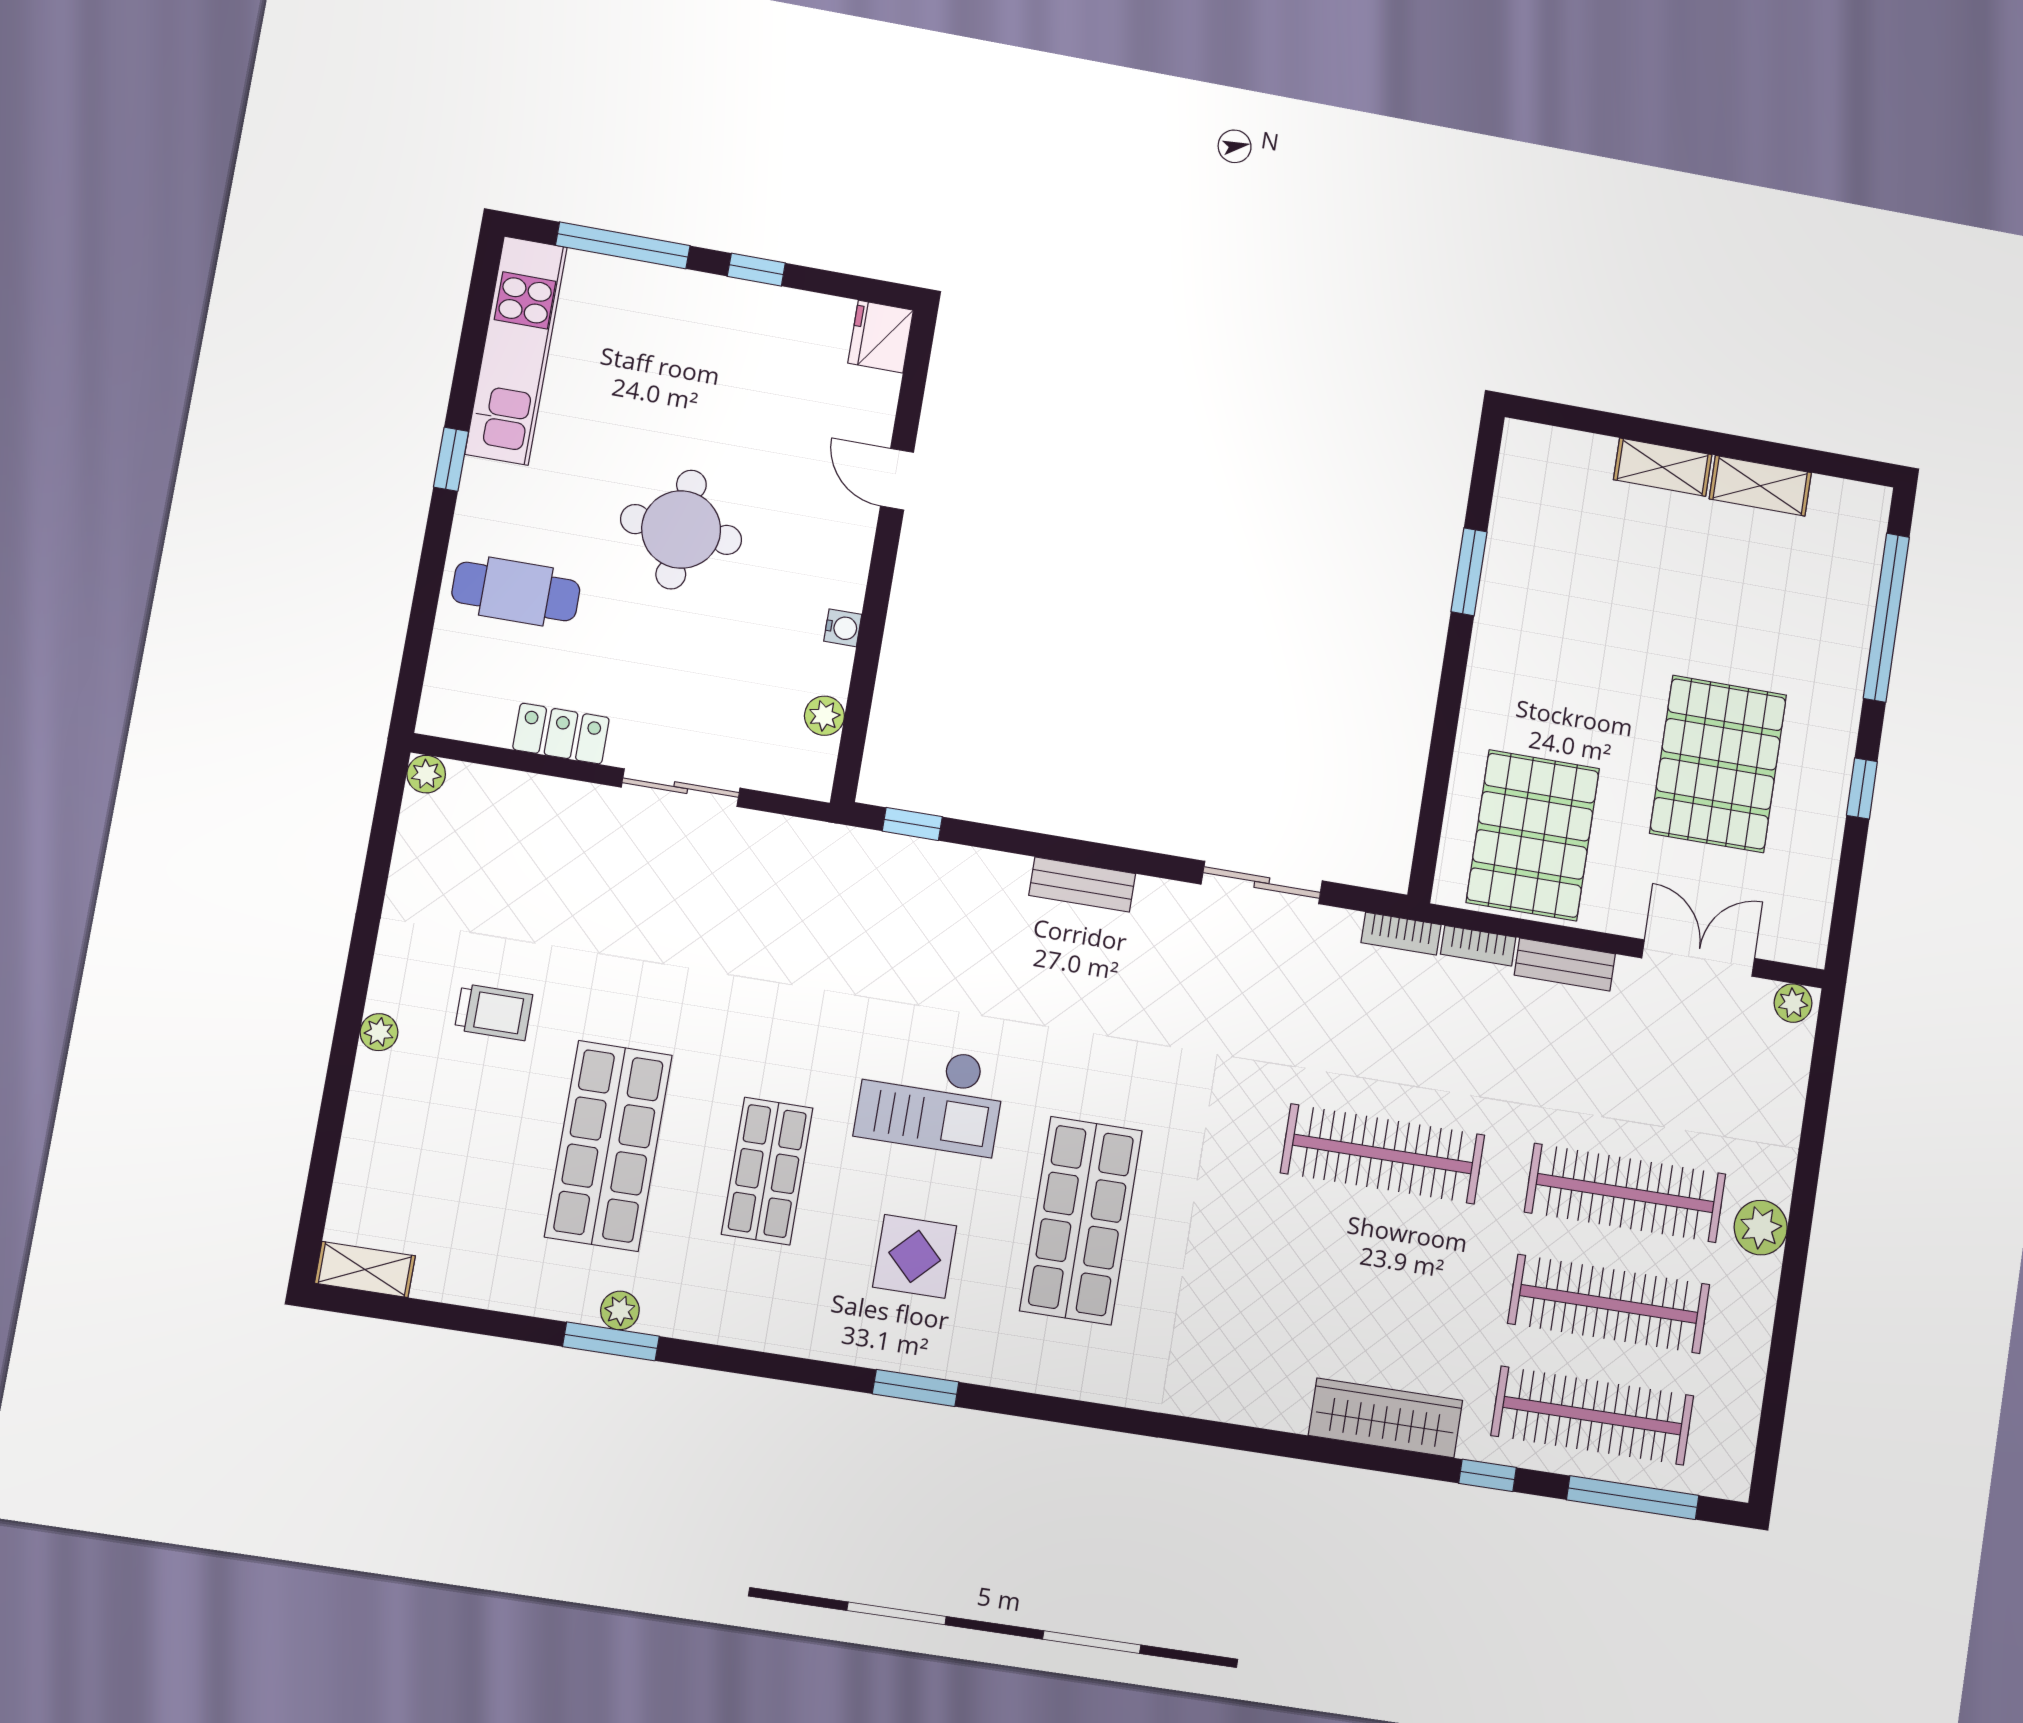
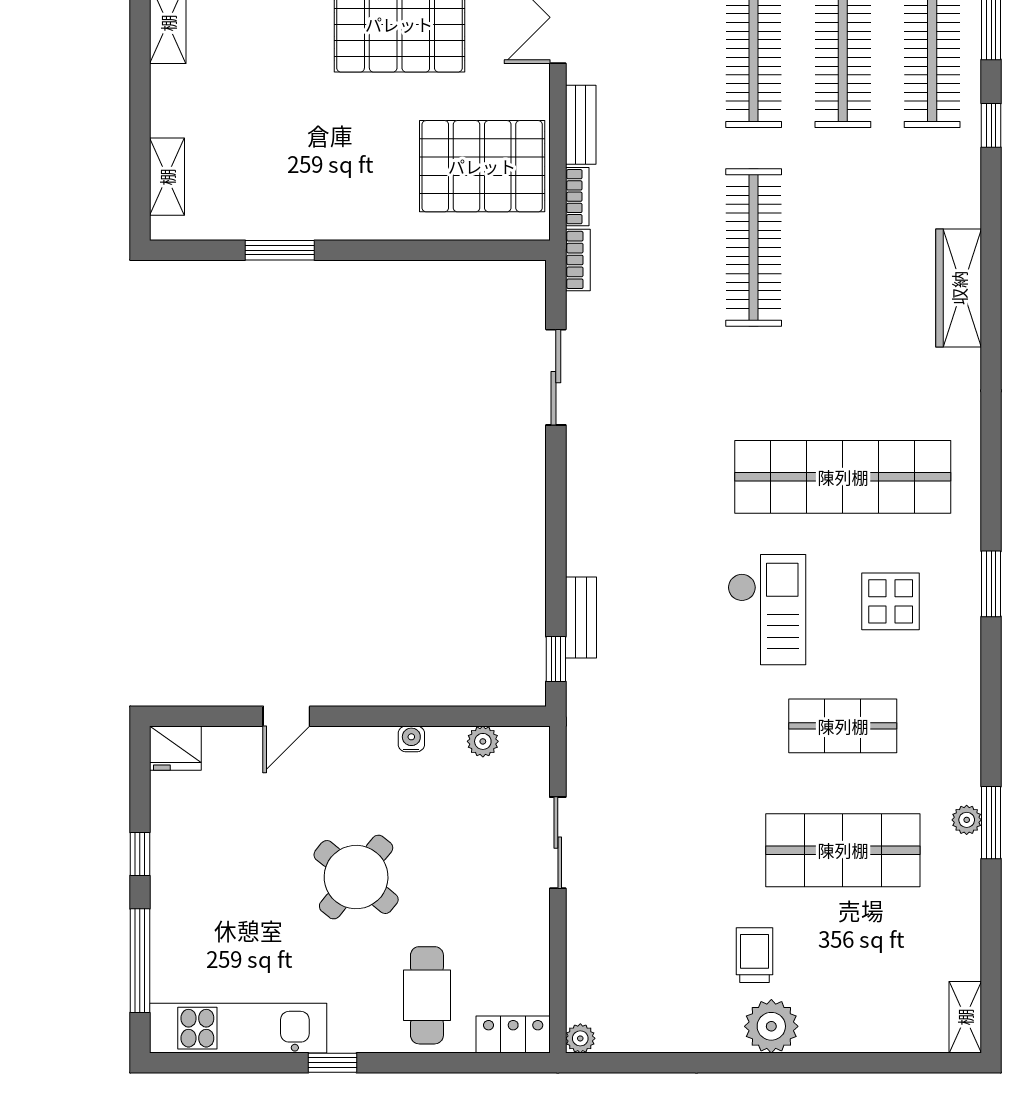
shelving: (1663, 467) -> (167, 177), moved
round table: (681, 530) -> (356, 877), turned 36
locker: (561, 734) -> (513, 1035), moved, turned 90
bench: (1082, 884) -> (581, 617), moved
plant: (379, 1032) -> (771, 1026), width x1.88, depth x1.88
shop shelf: (1081, 1221) -> (843, 477), width x1.40
wardrobe: (1385, 1418) -> (959, 288), moved

